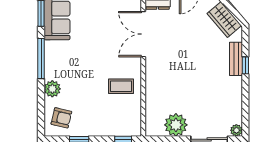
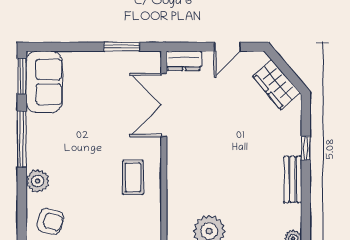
bench: (236, 59) -> (293, 179), moved
coffee table: (121, 86) -> (133, 177), turned 90

